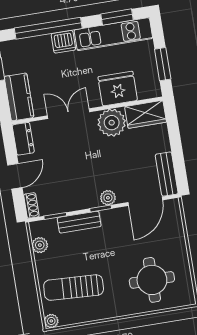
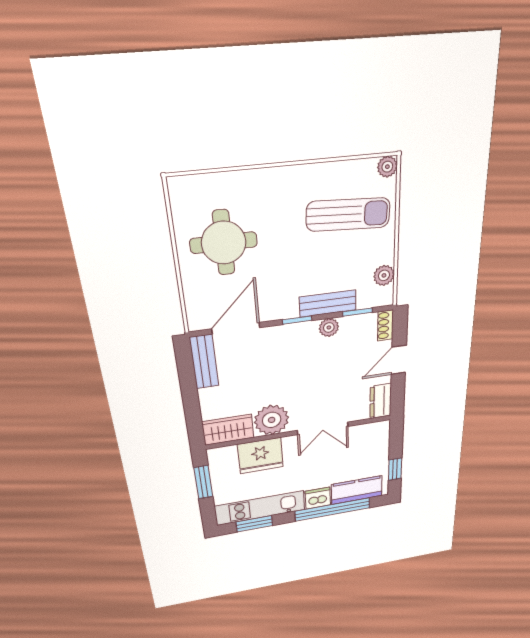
kitchen counter: (19, 97) -> (357, 490), moved, turned 90
plant: (108, 198) -> (329, 327), moved
round table: (152, 280) -> (224, 243), moved

